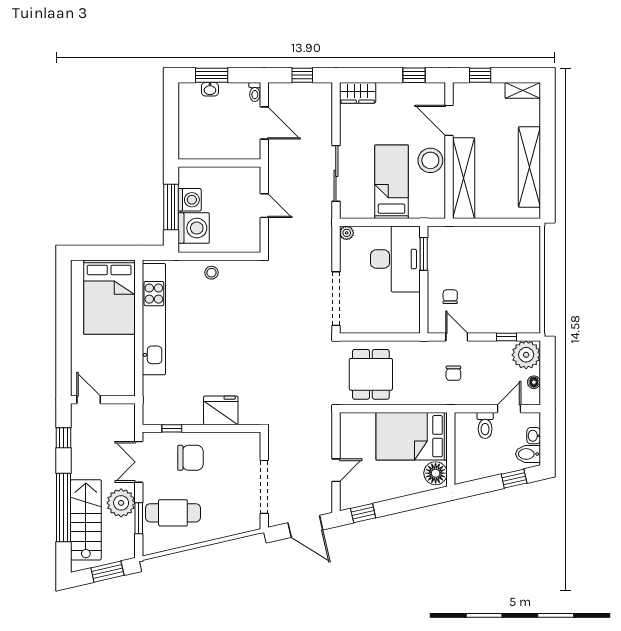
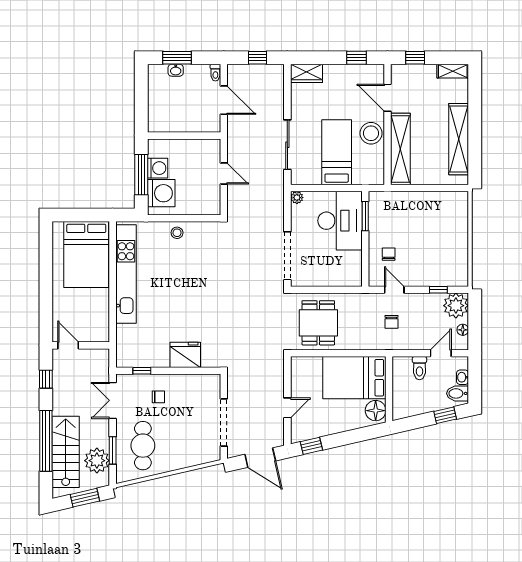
chair: (190, 458) -> (158, 397), width x0.54, depth x0.54
plant: (121, 503) -> (97, 461), moved
cafe table: (173, 513) -> (143, 446), turned 90

